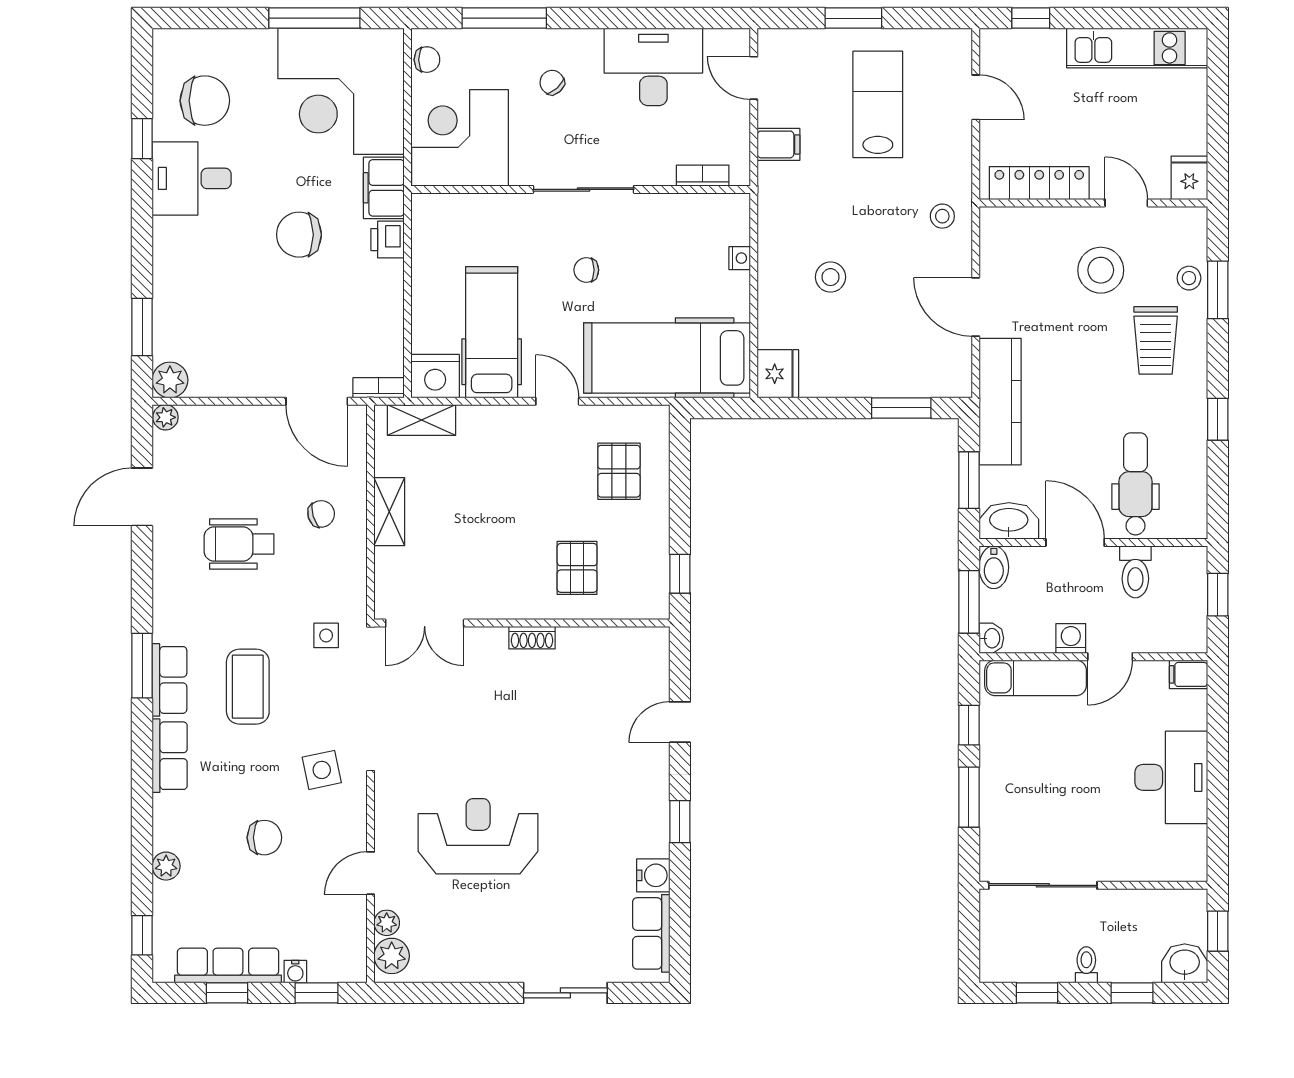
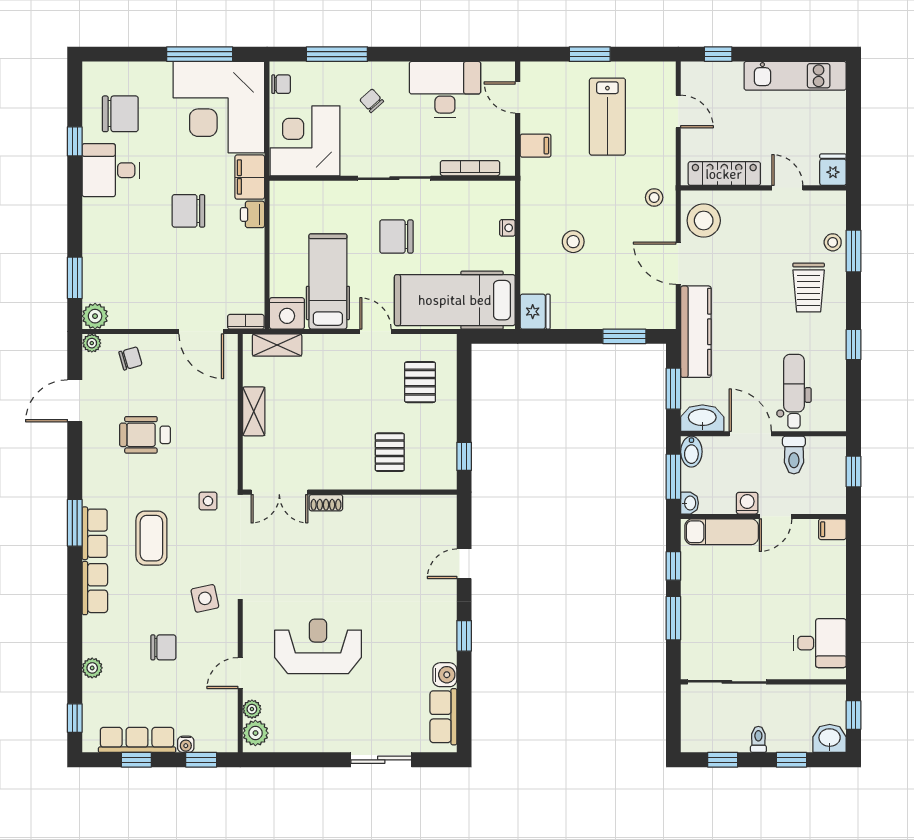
lab bench: (878, 104) -> (607, 117), turned 180
bookcase: (703, 176) -> (470, 168), width x1.56
chair: (586, 270) -> (396, 236), width x1.87, depth x1.87
stool: (1101, 270) -> (704, 221), moved
chair: (321, 514) -> (130, 358), moved
shoe rack: (532, 638) -> (326, 503), moved
desk: (1171, 777) -> (820, 643), moved, width x0.73

